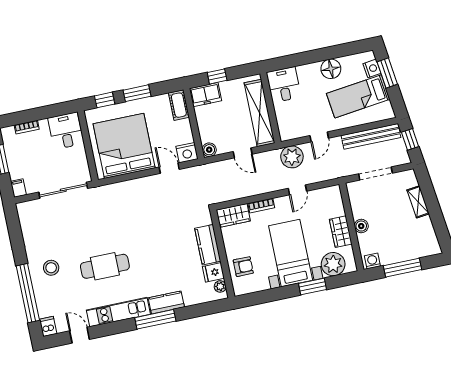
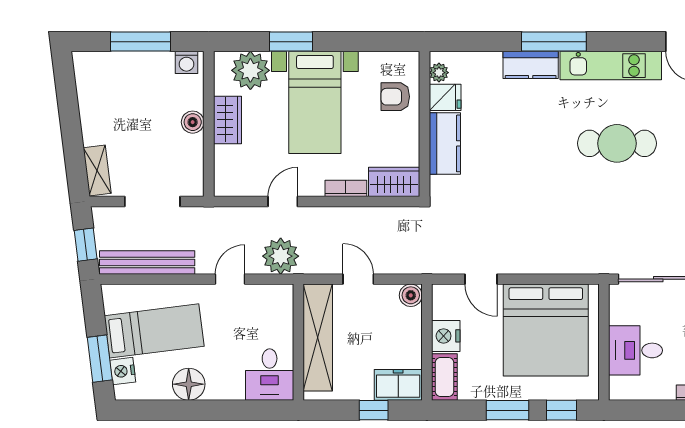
desk: (66, 131) -> (636, 350), moved, turned 90
nightstand: (187, 153) -> (446, 336), moved, turned -90
shelving: (418, 202) -> (97, 170), moved

